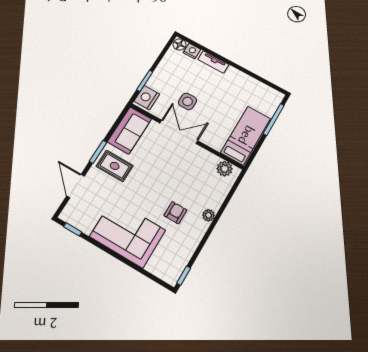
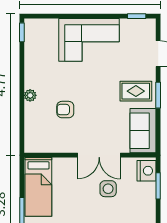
plant: (225, 169) -> (40, 145), removed
armchair: (175, 213) -> (65, 110), moved, turned 90

